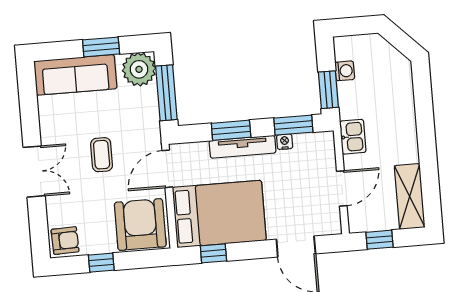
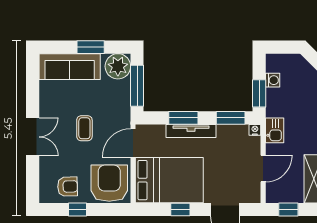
nightstand: (285, 142) -> (255, 130), moved
armchair: (65, 241) -> (68, 187), moved
window: (213, 253) -> (180, 209), moved

